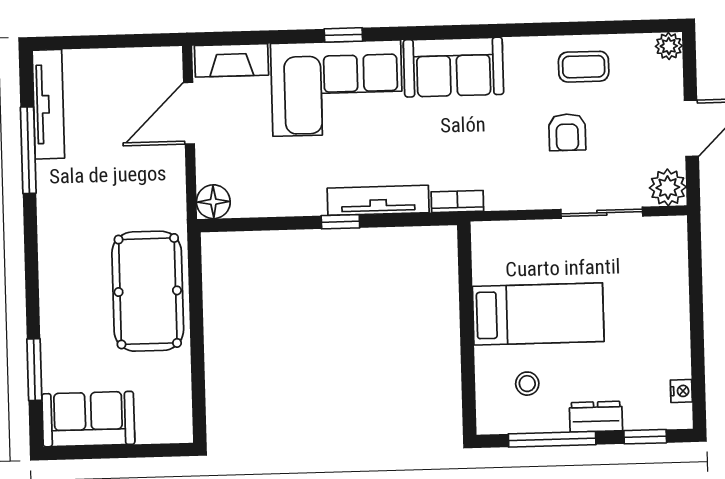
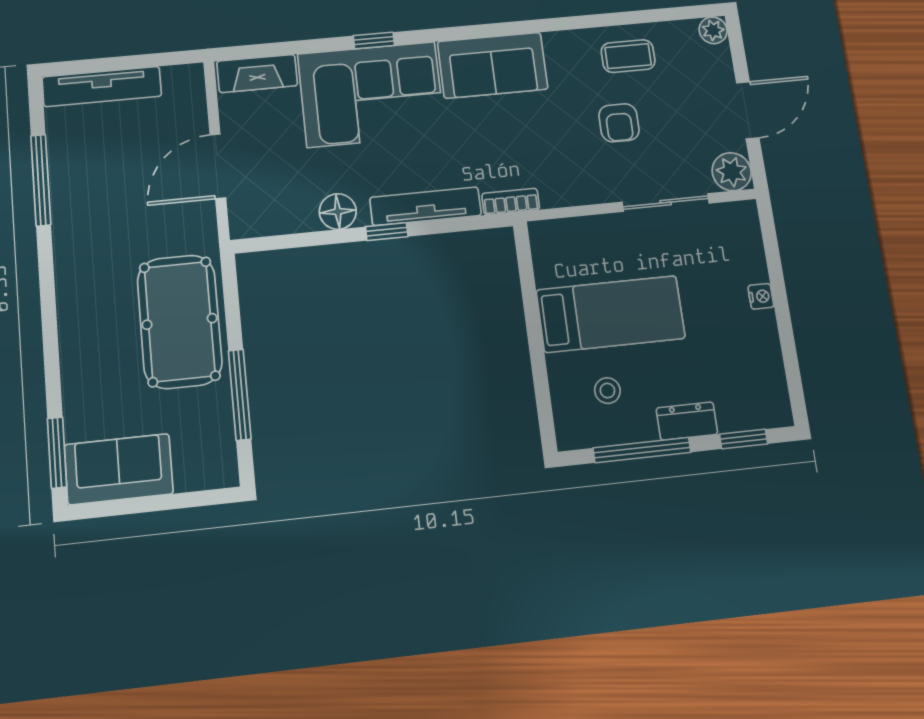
tv unit: (48, 104) -> (102, 87), moved, turned 90
door: (189, 113) -> (218, 166), moved
floor lamp: (213, 202) -> (338, 212), moved
window: (198, 362) -> (240, 395), added
window: (34, 370) -> (57, 453), moved
nightstand: (681, 391) -> (761, 296), moved

